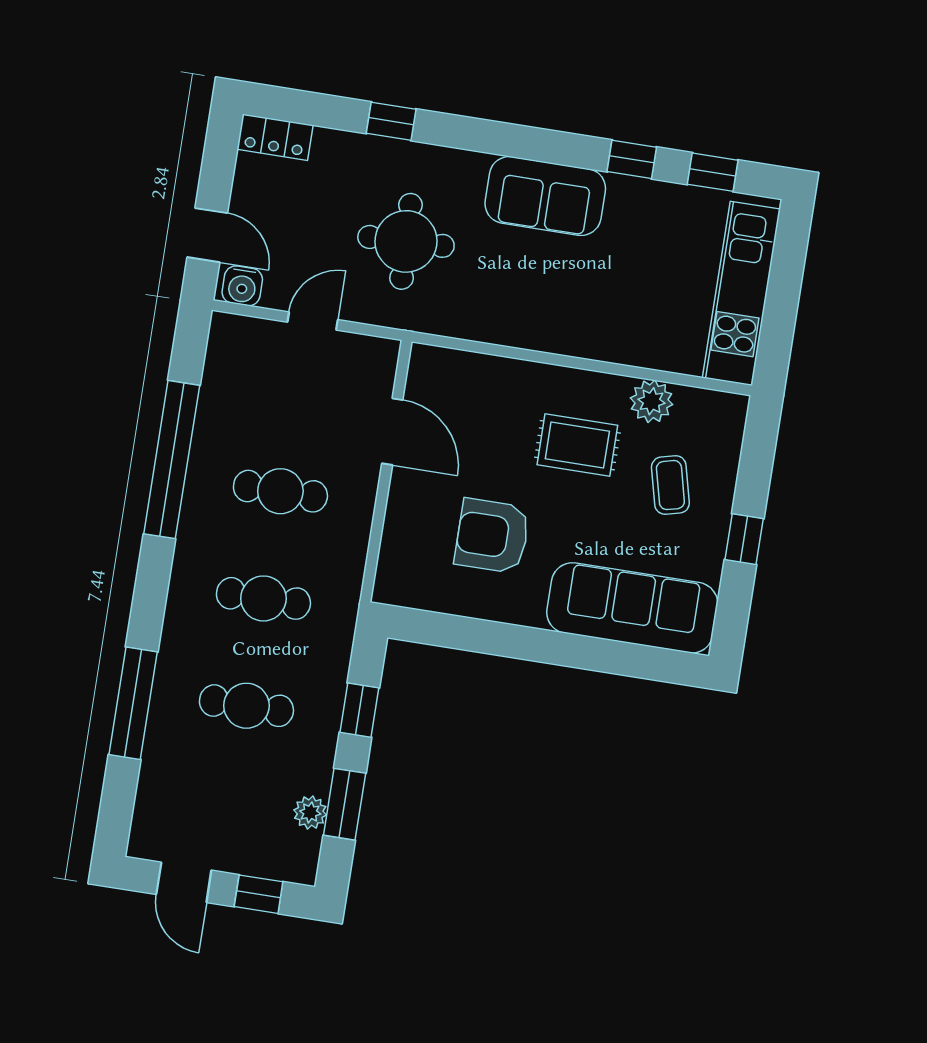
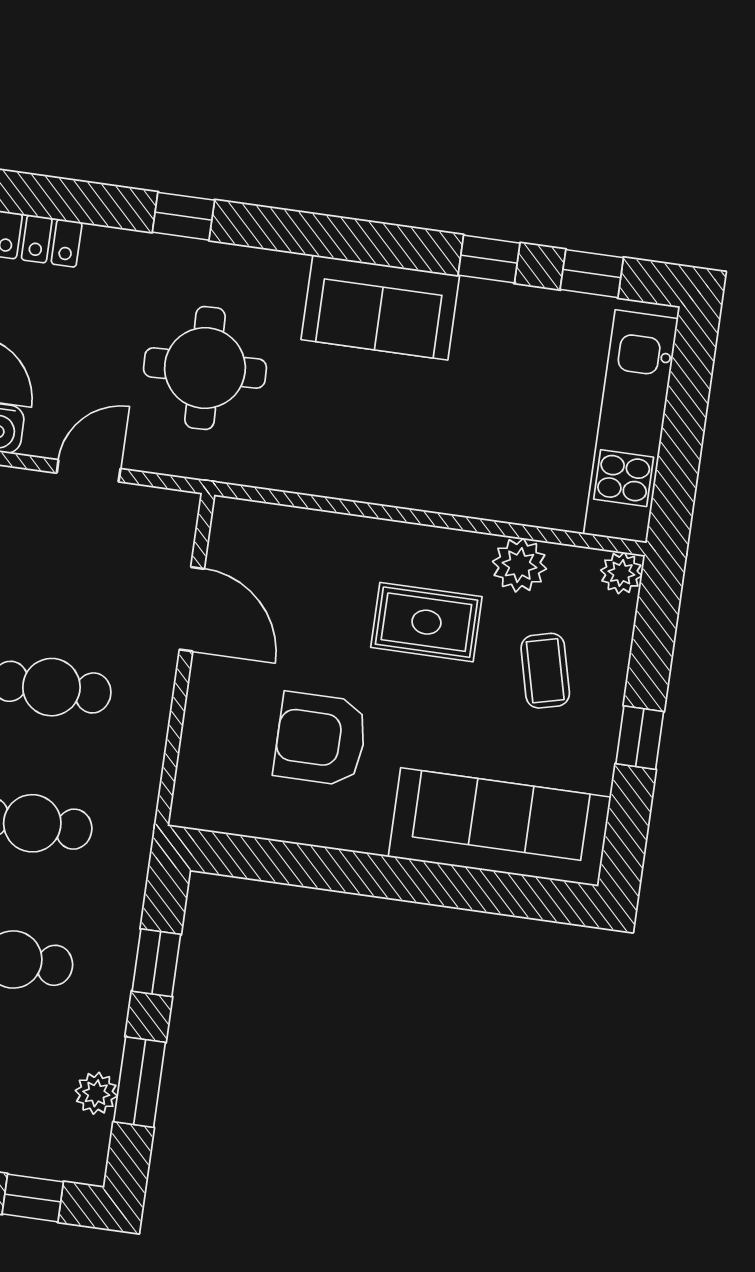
plant: (732, 409) -> (621, 573), added

